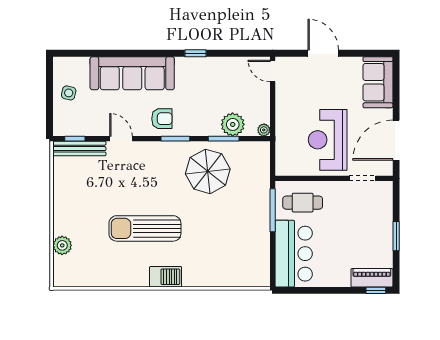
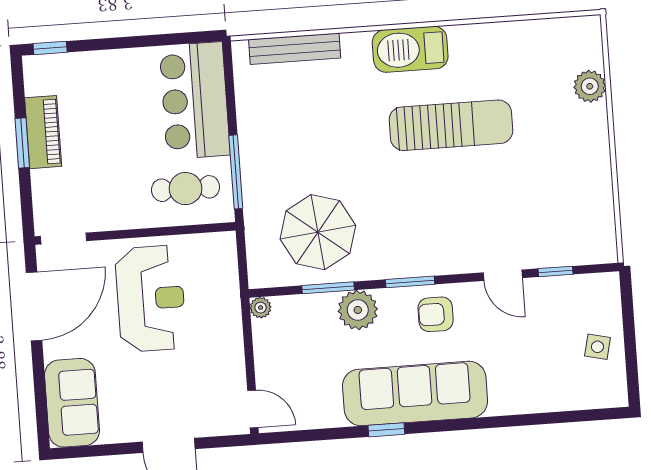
sofa: (132, 73) -> (415, 394), moved
plant: (233, 124) -> (358, 310), moved
window: (75, 139) -> (556, 271), moved
bench: (79, 149) -> (295, 49), moved
parasol: (208, 171) -> (318, 232), moved
doorway: (362, 178) -> (64, 239), moved
barbecue: (166, 277) -> (410, 49), width x1.37, depth x1.21
piano: (372, 278) -> (43, 132), moved, turned -90

